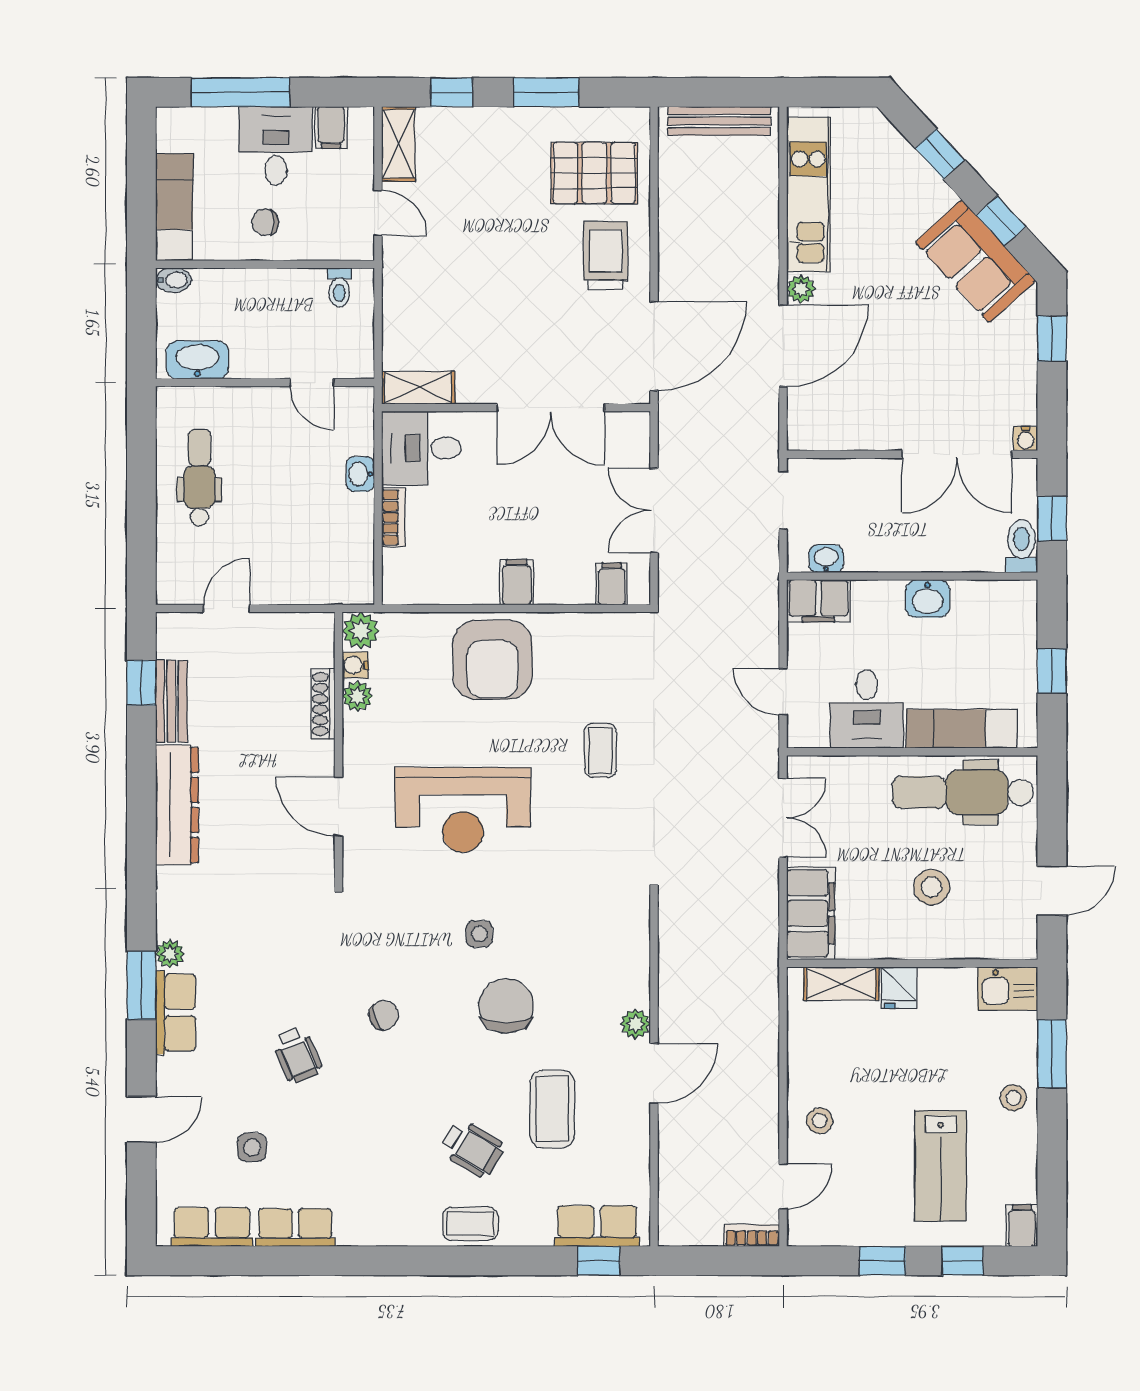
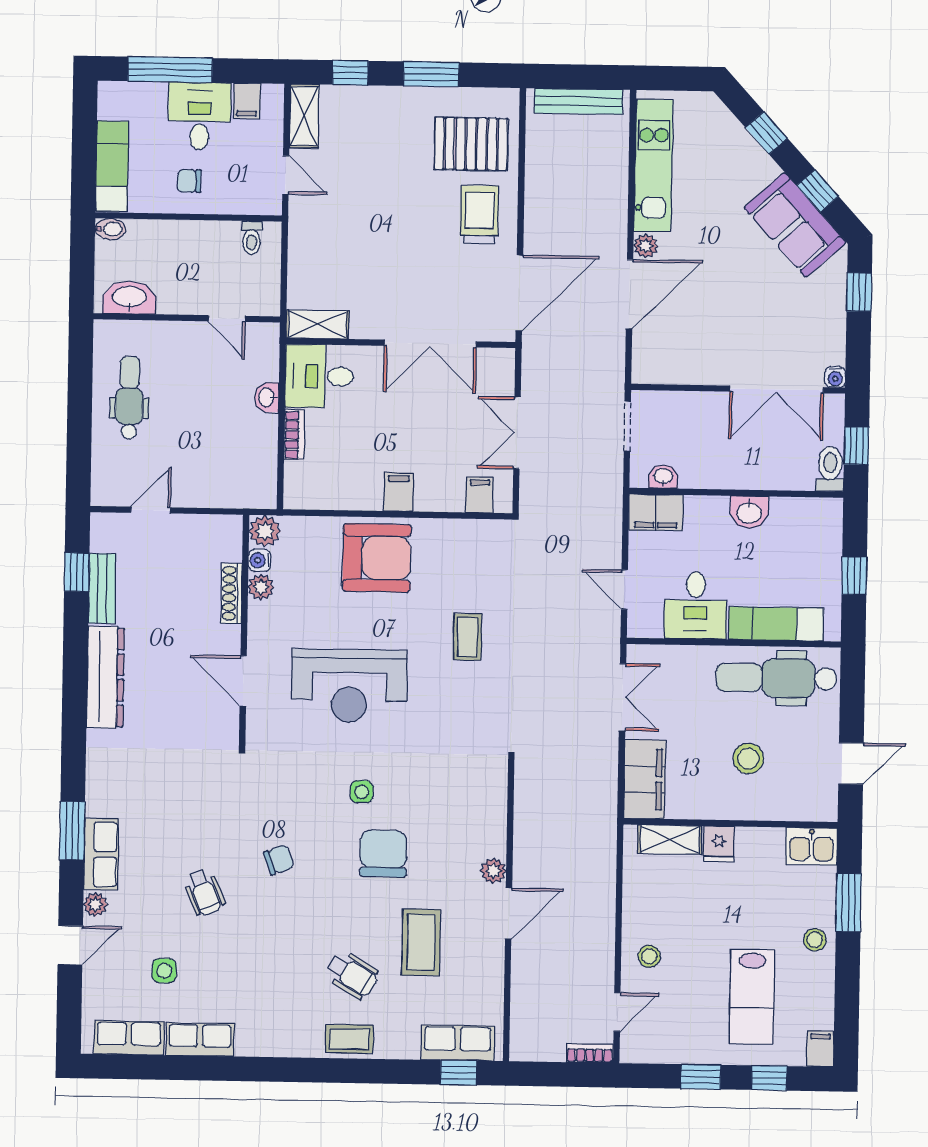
armchair: (493, 660) -> (377, 558), turned -90
plant: (170, 954) -> (95, 904), moved

